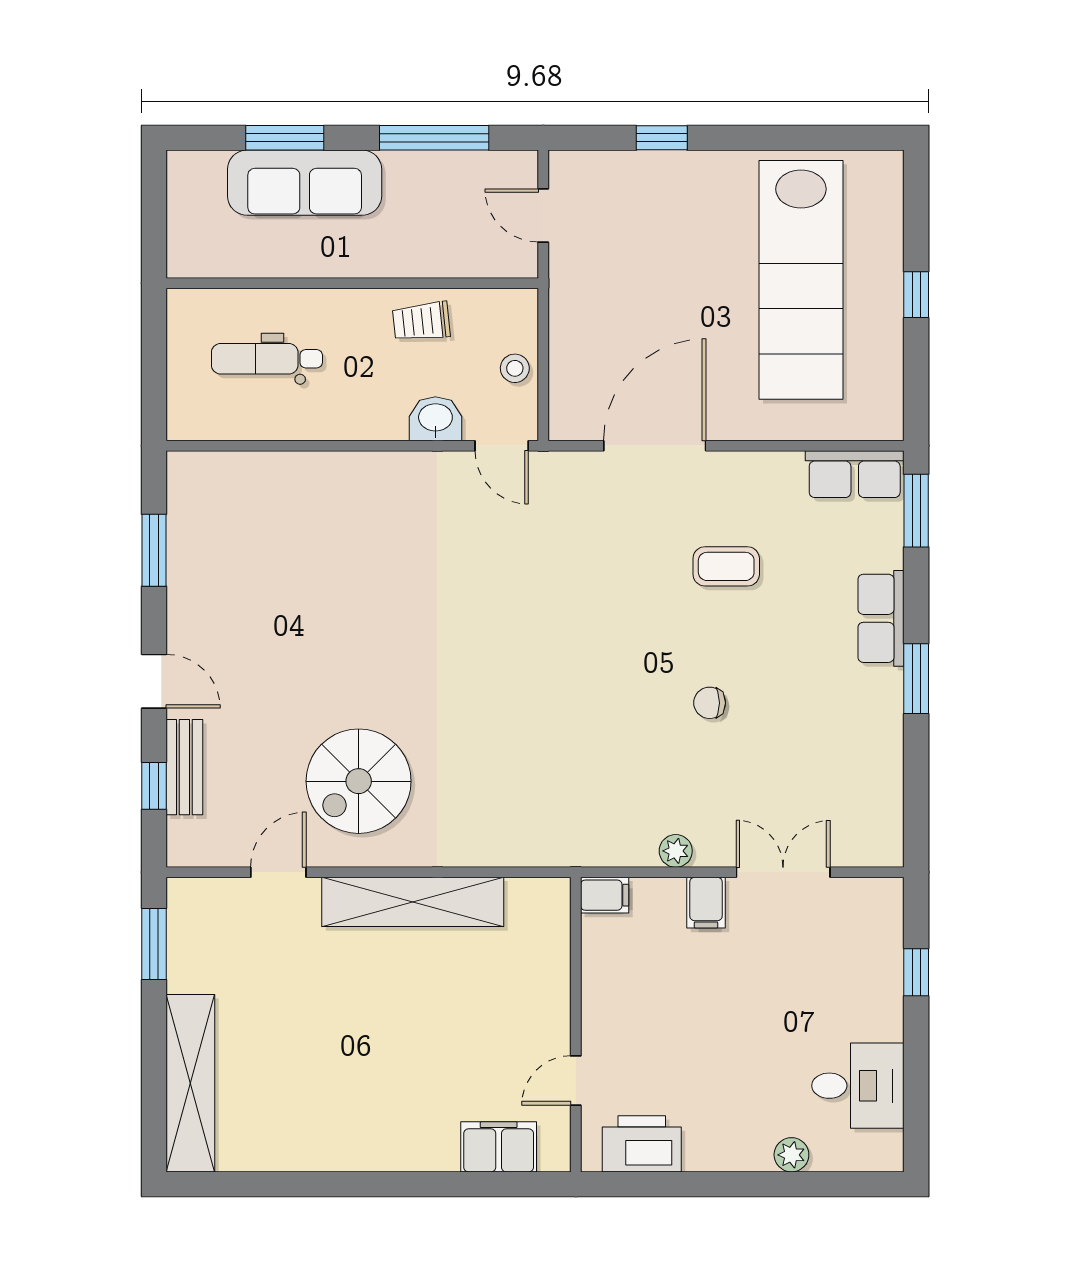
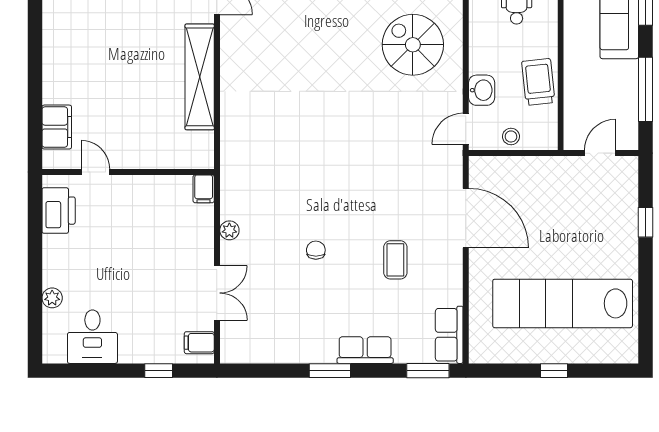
trolley: (421, 321) -> (538, 82), width x1.36, depth x1.39
spiral stairs: (359, 781) -> (413, 45), moved
filing cabinet: (706, 903) -> (199, 343), moved

